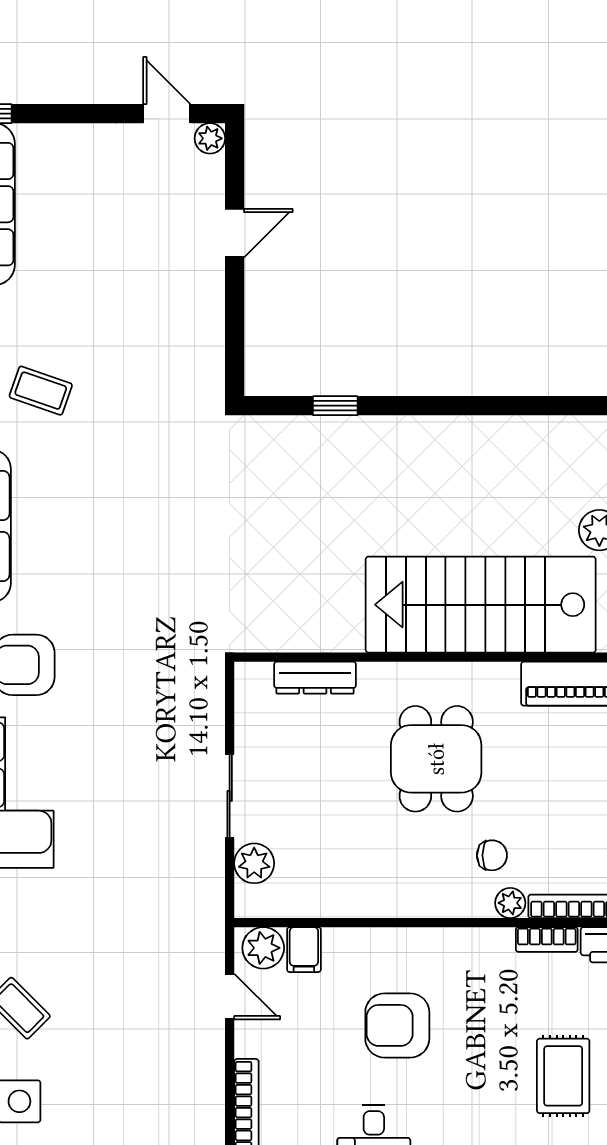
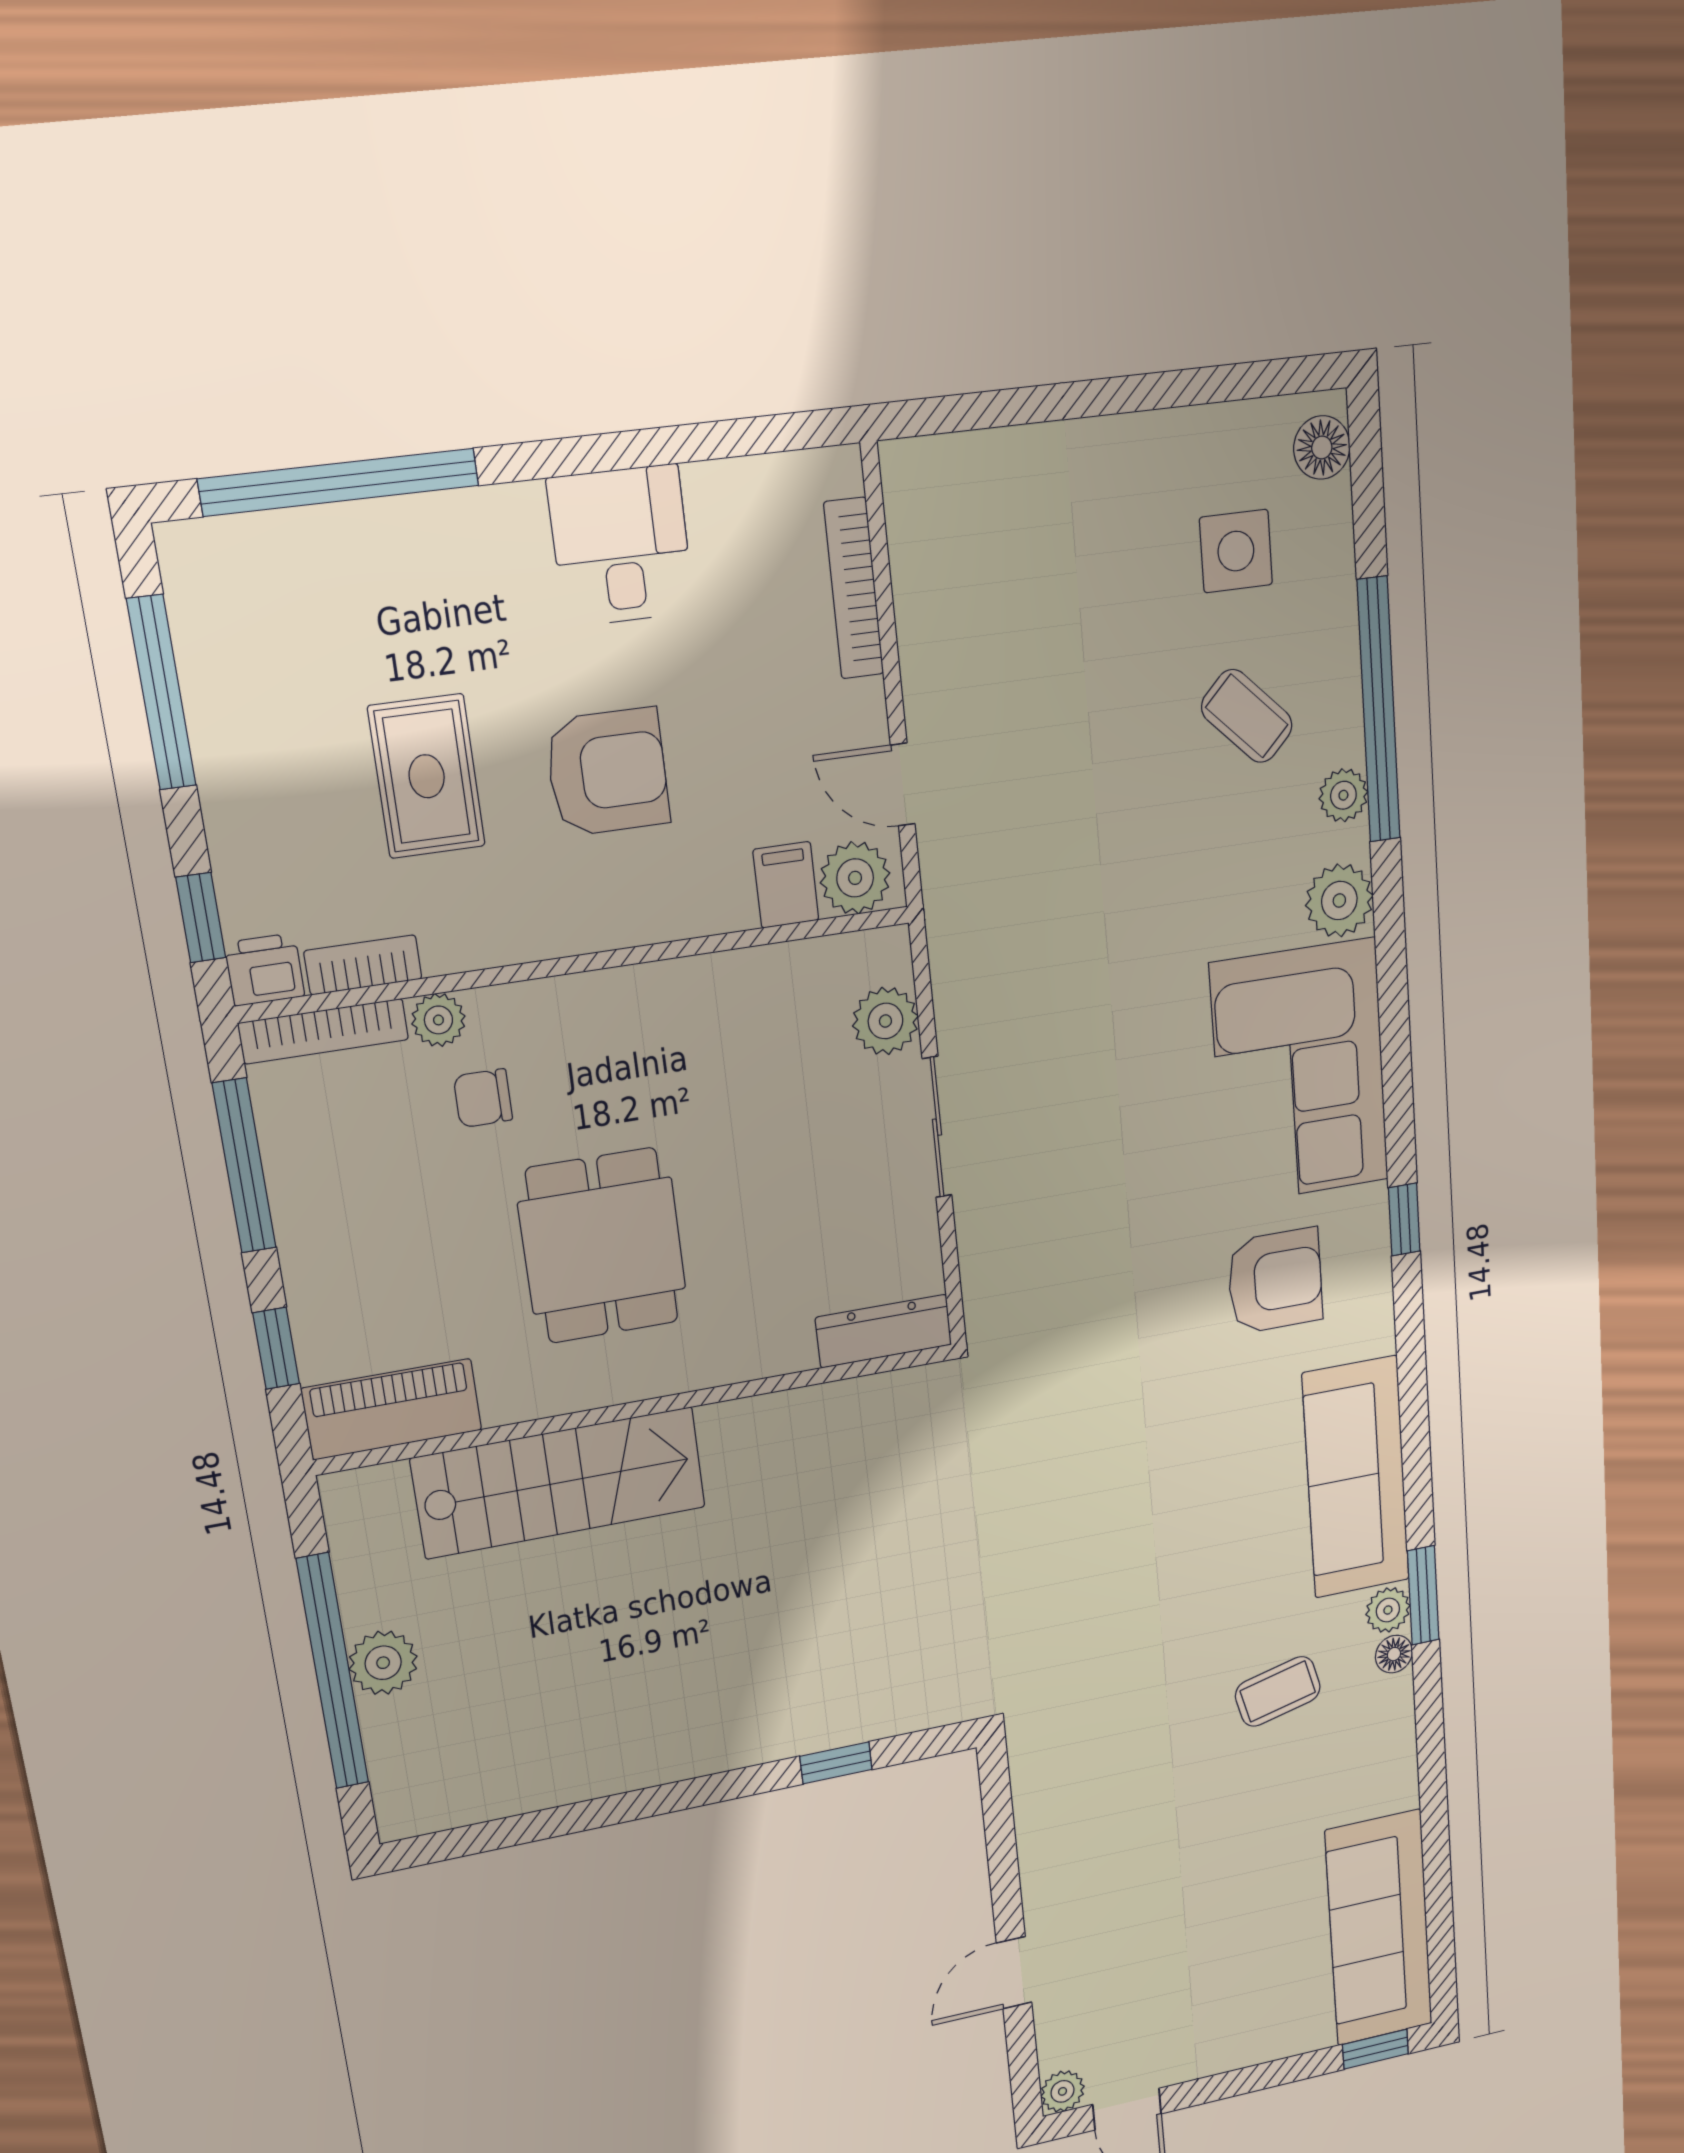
coffee table: (41, 391) -> (1278, 1691), turned -33
stairs: (481, 605) -> (559, 1483), width x0.73, depth x0.66
dresser: (315, 678) -> (884, 1331), moved
rug: (563, 1076) -> (427, 776), moved

